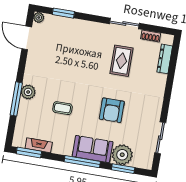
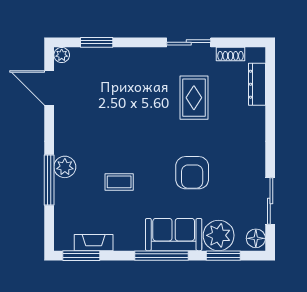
floor lamp: (147, 161) -> (256, 238), added

